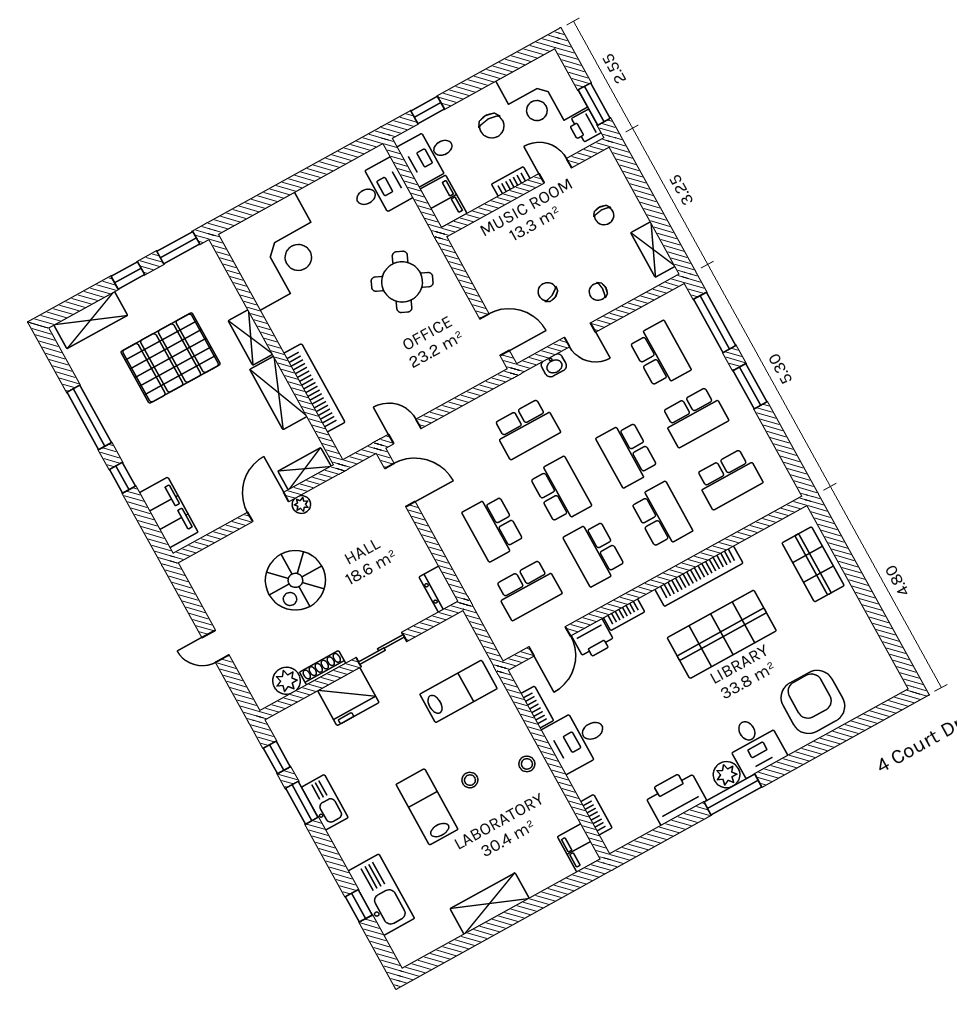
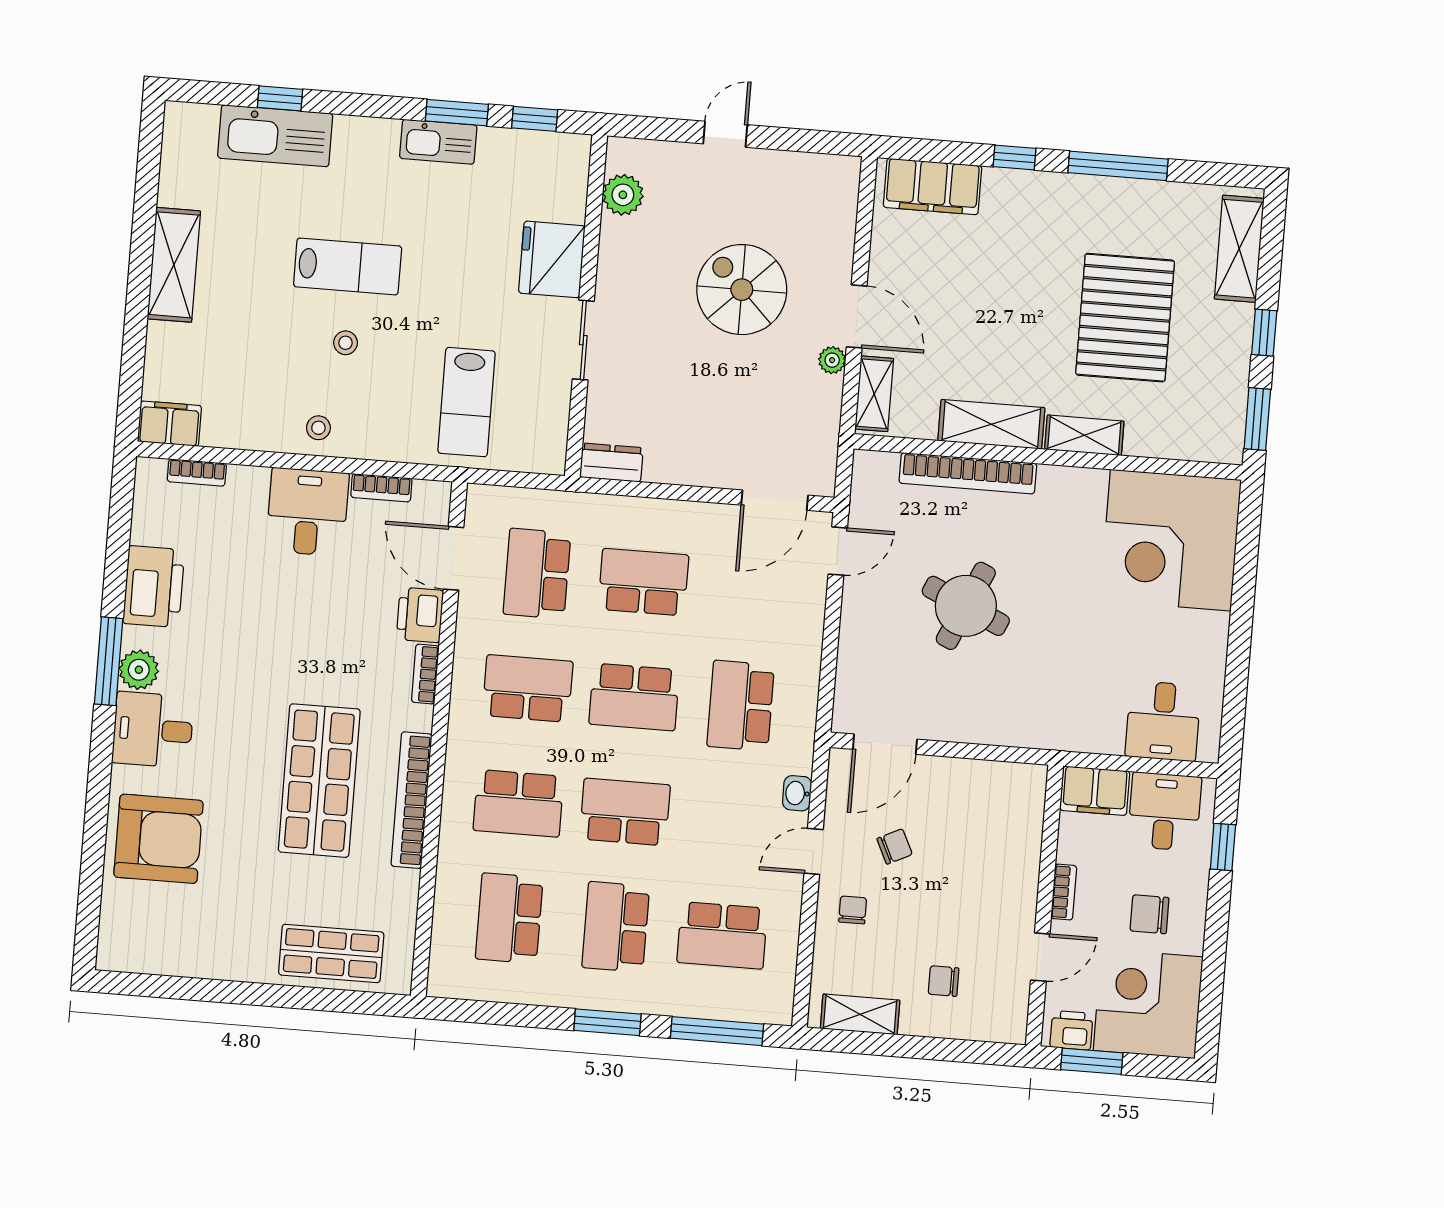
round table: (402, 282) -> (966, 606), moved
shoe rack: (323, 668) -> (609, 251), removed

